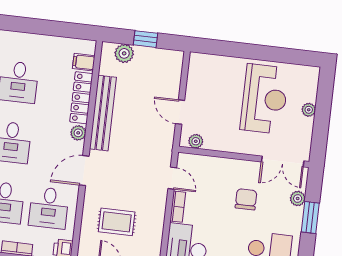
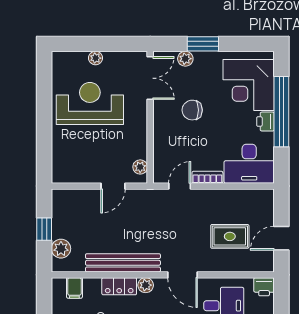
locker: (81, 98) -> (119, 286), width x0.66
rug: (117, 222) -> (230, 236), turned 90

